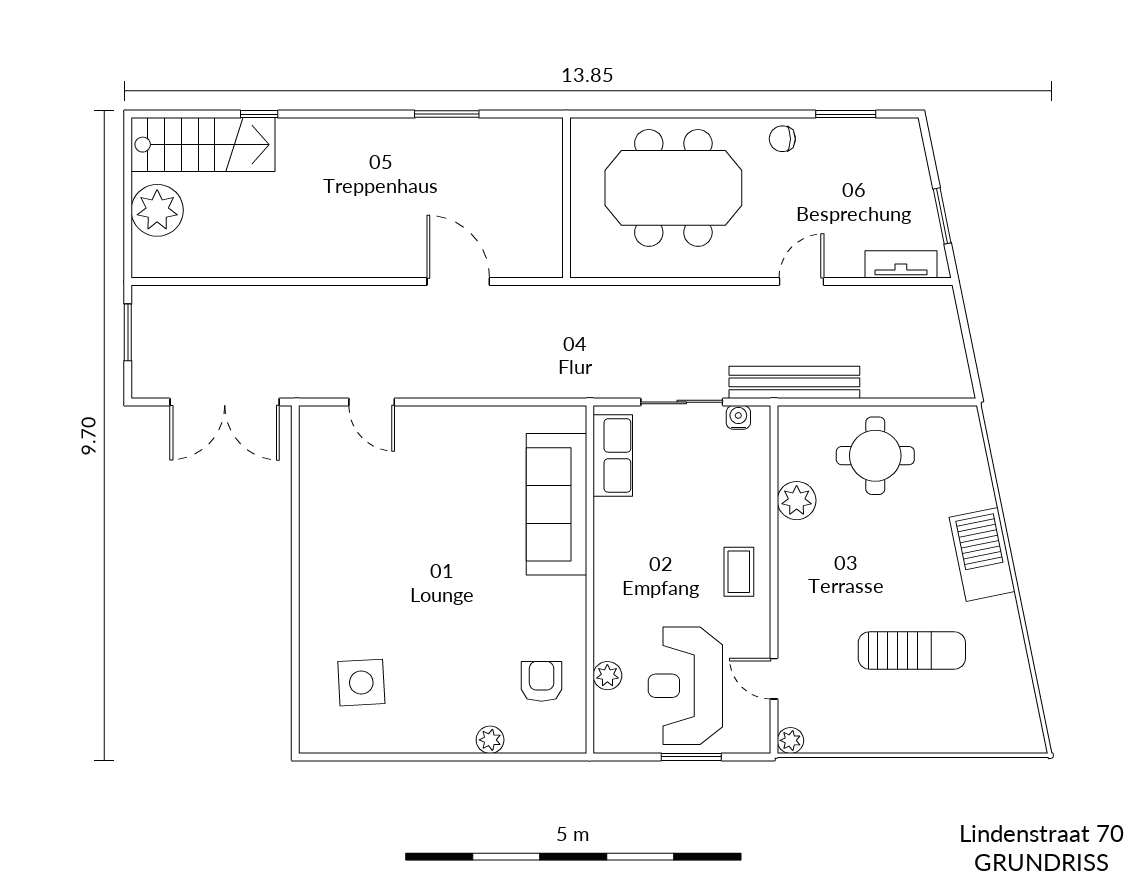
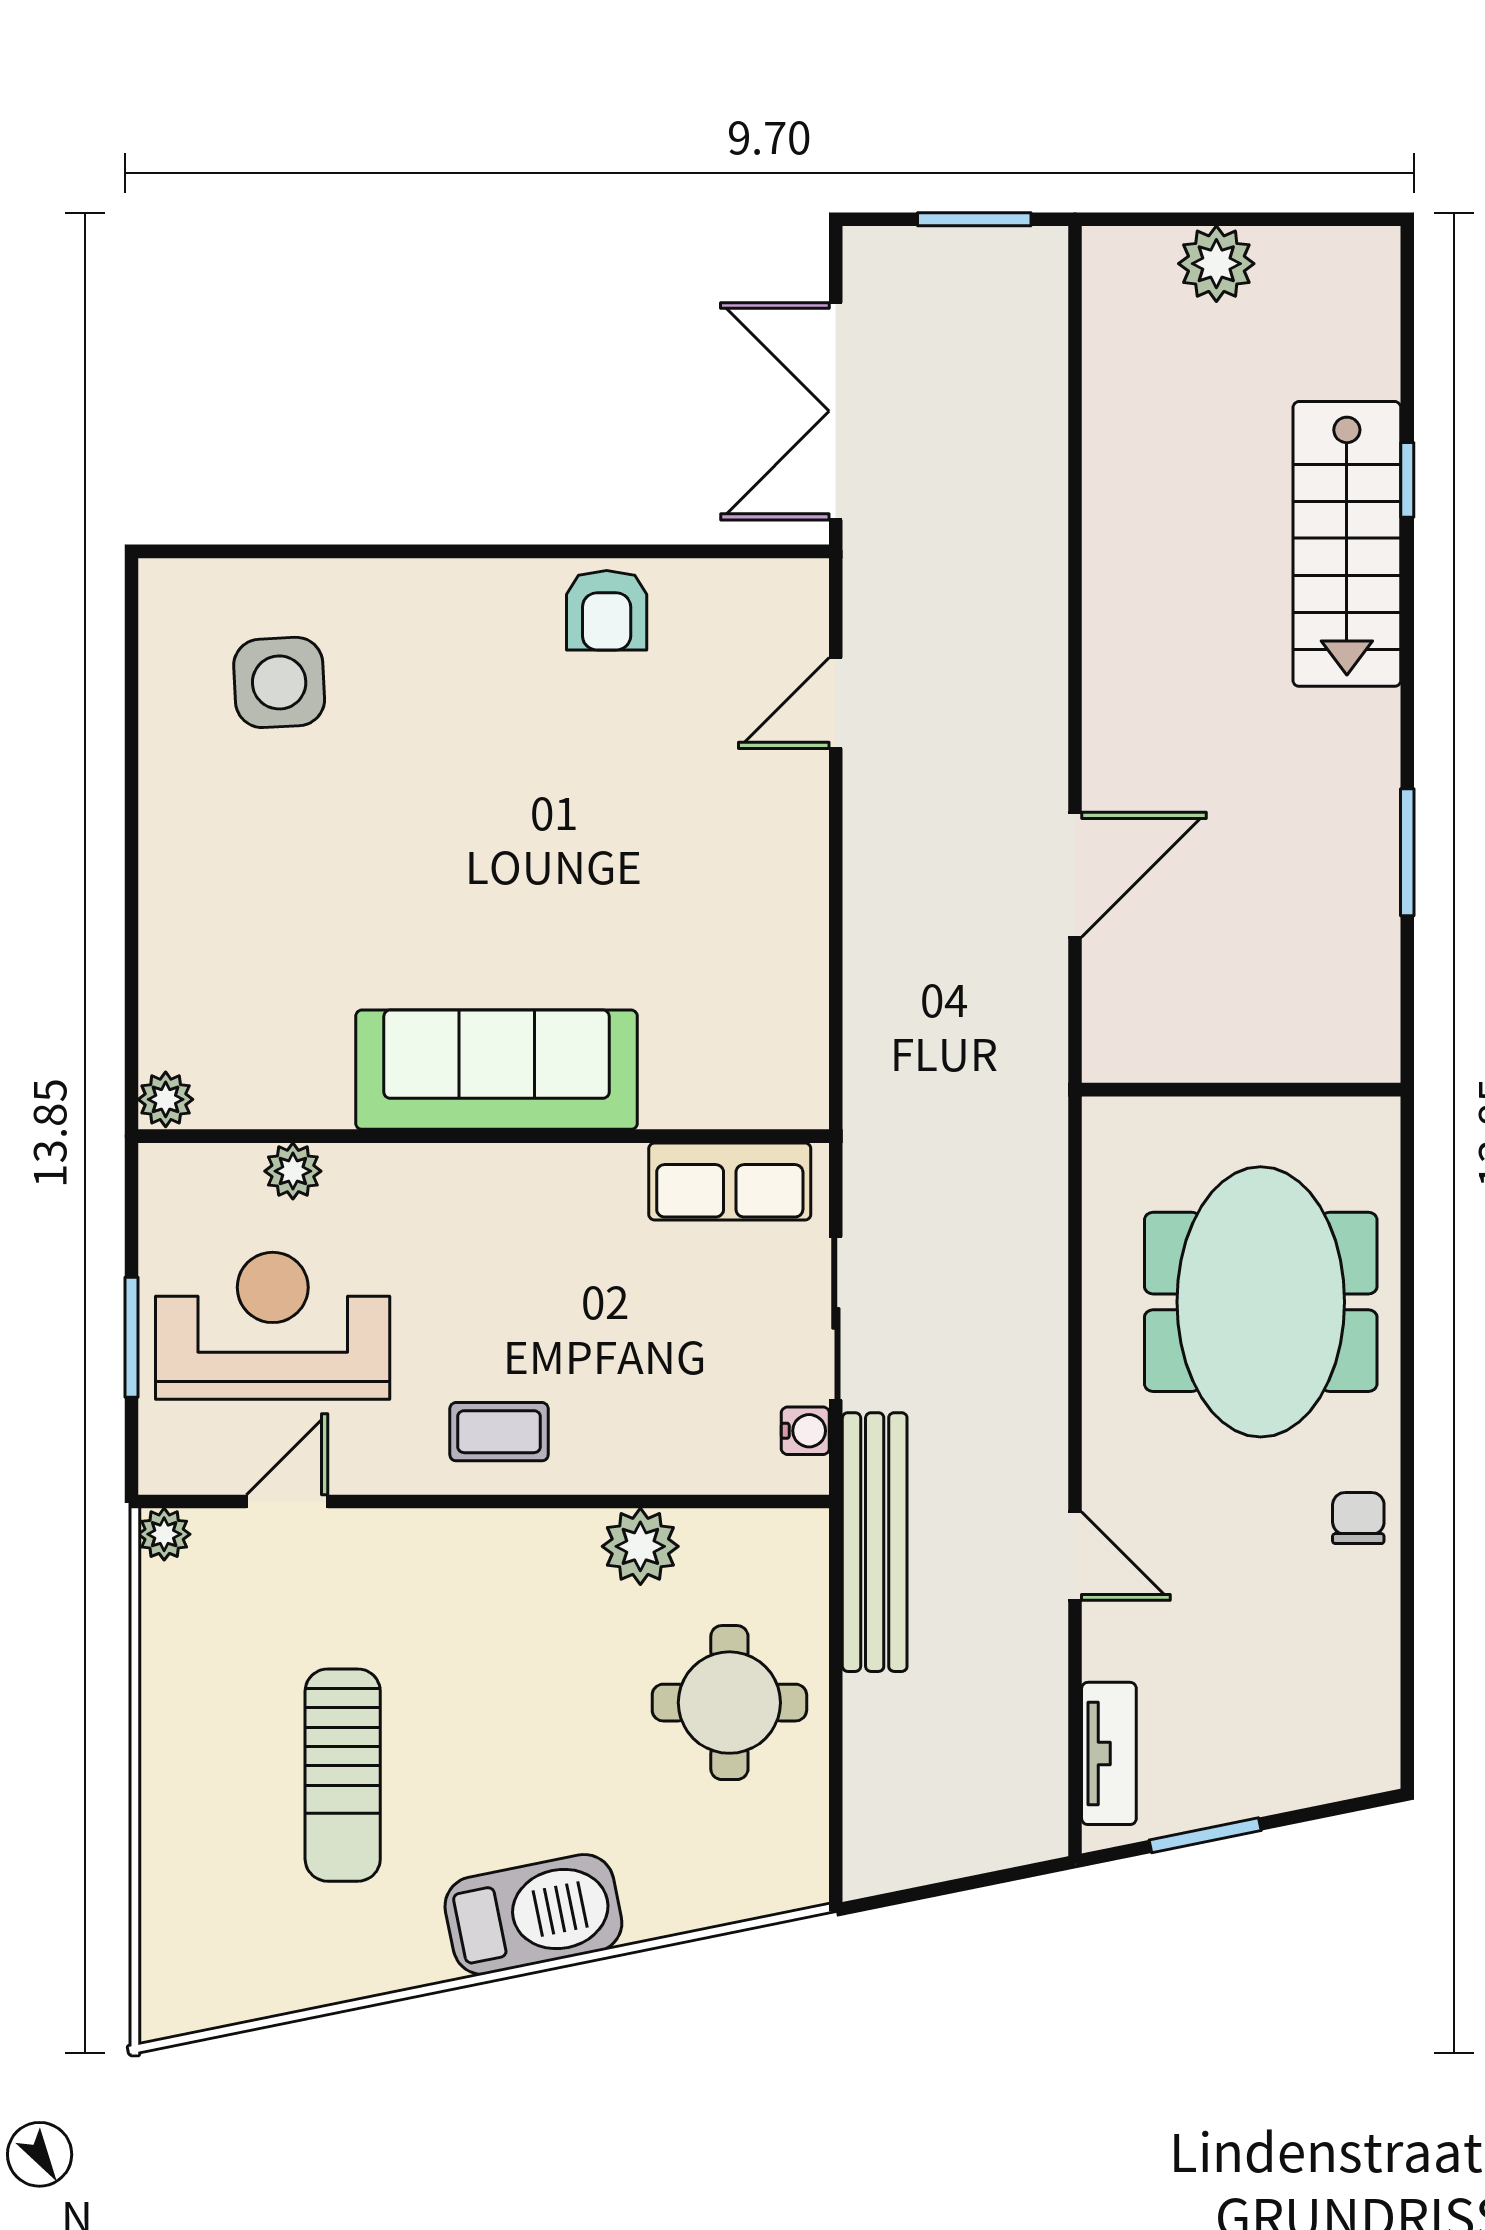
window: (846, 114) -> (1407, 1644), removed
stairs: (203, 145) -> (1347, 544), moved
plant: (157, 210) -> (1216, 264), width x0.73, depth x0.73
sofa: (556, 504) -> (497, 1070), moved
armchair: (542, 681) -> (607, 610), moved, turned 90
plant: (490, 740) -> (166, 1099), moved

